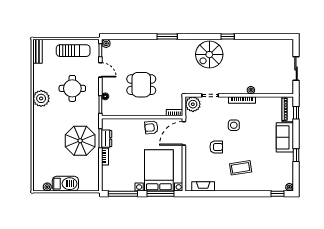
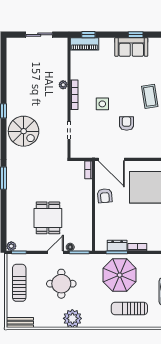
door: (100, 70) -> (55, 252), moved
dining table: (141, 85) -> (48, 218), moved
plant: (193, 104) -> (79, 150), removed
sofa: (285, 137) -> (131, 47), moved
sun lounger: (50, 150) -> (129, 308), added

